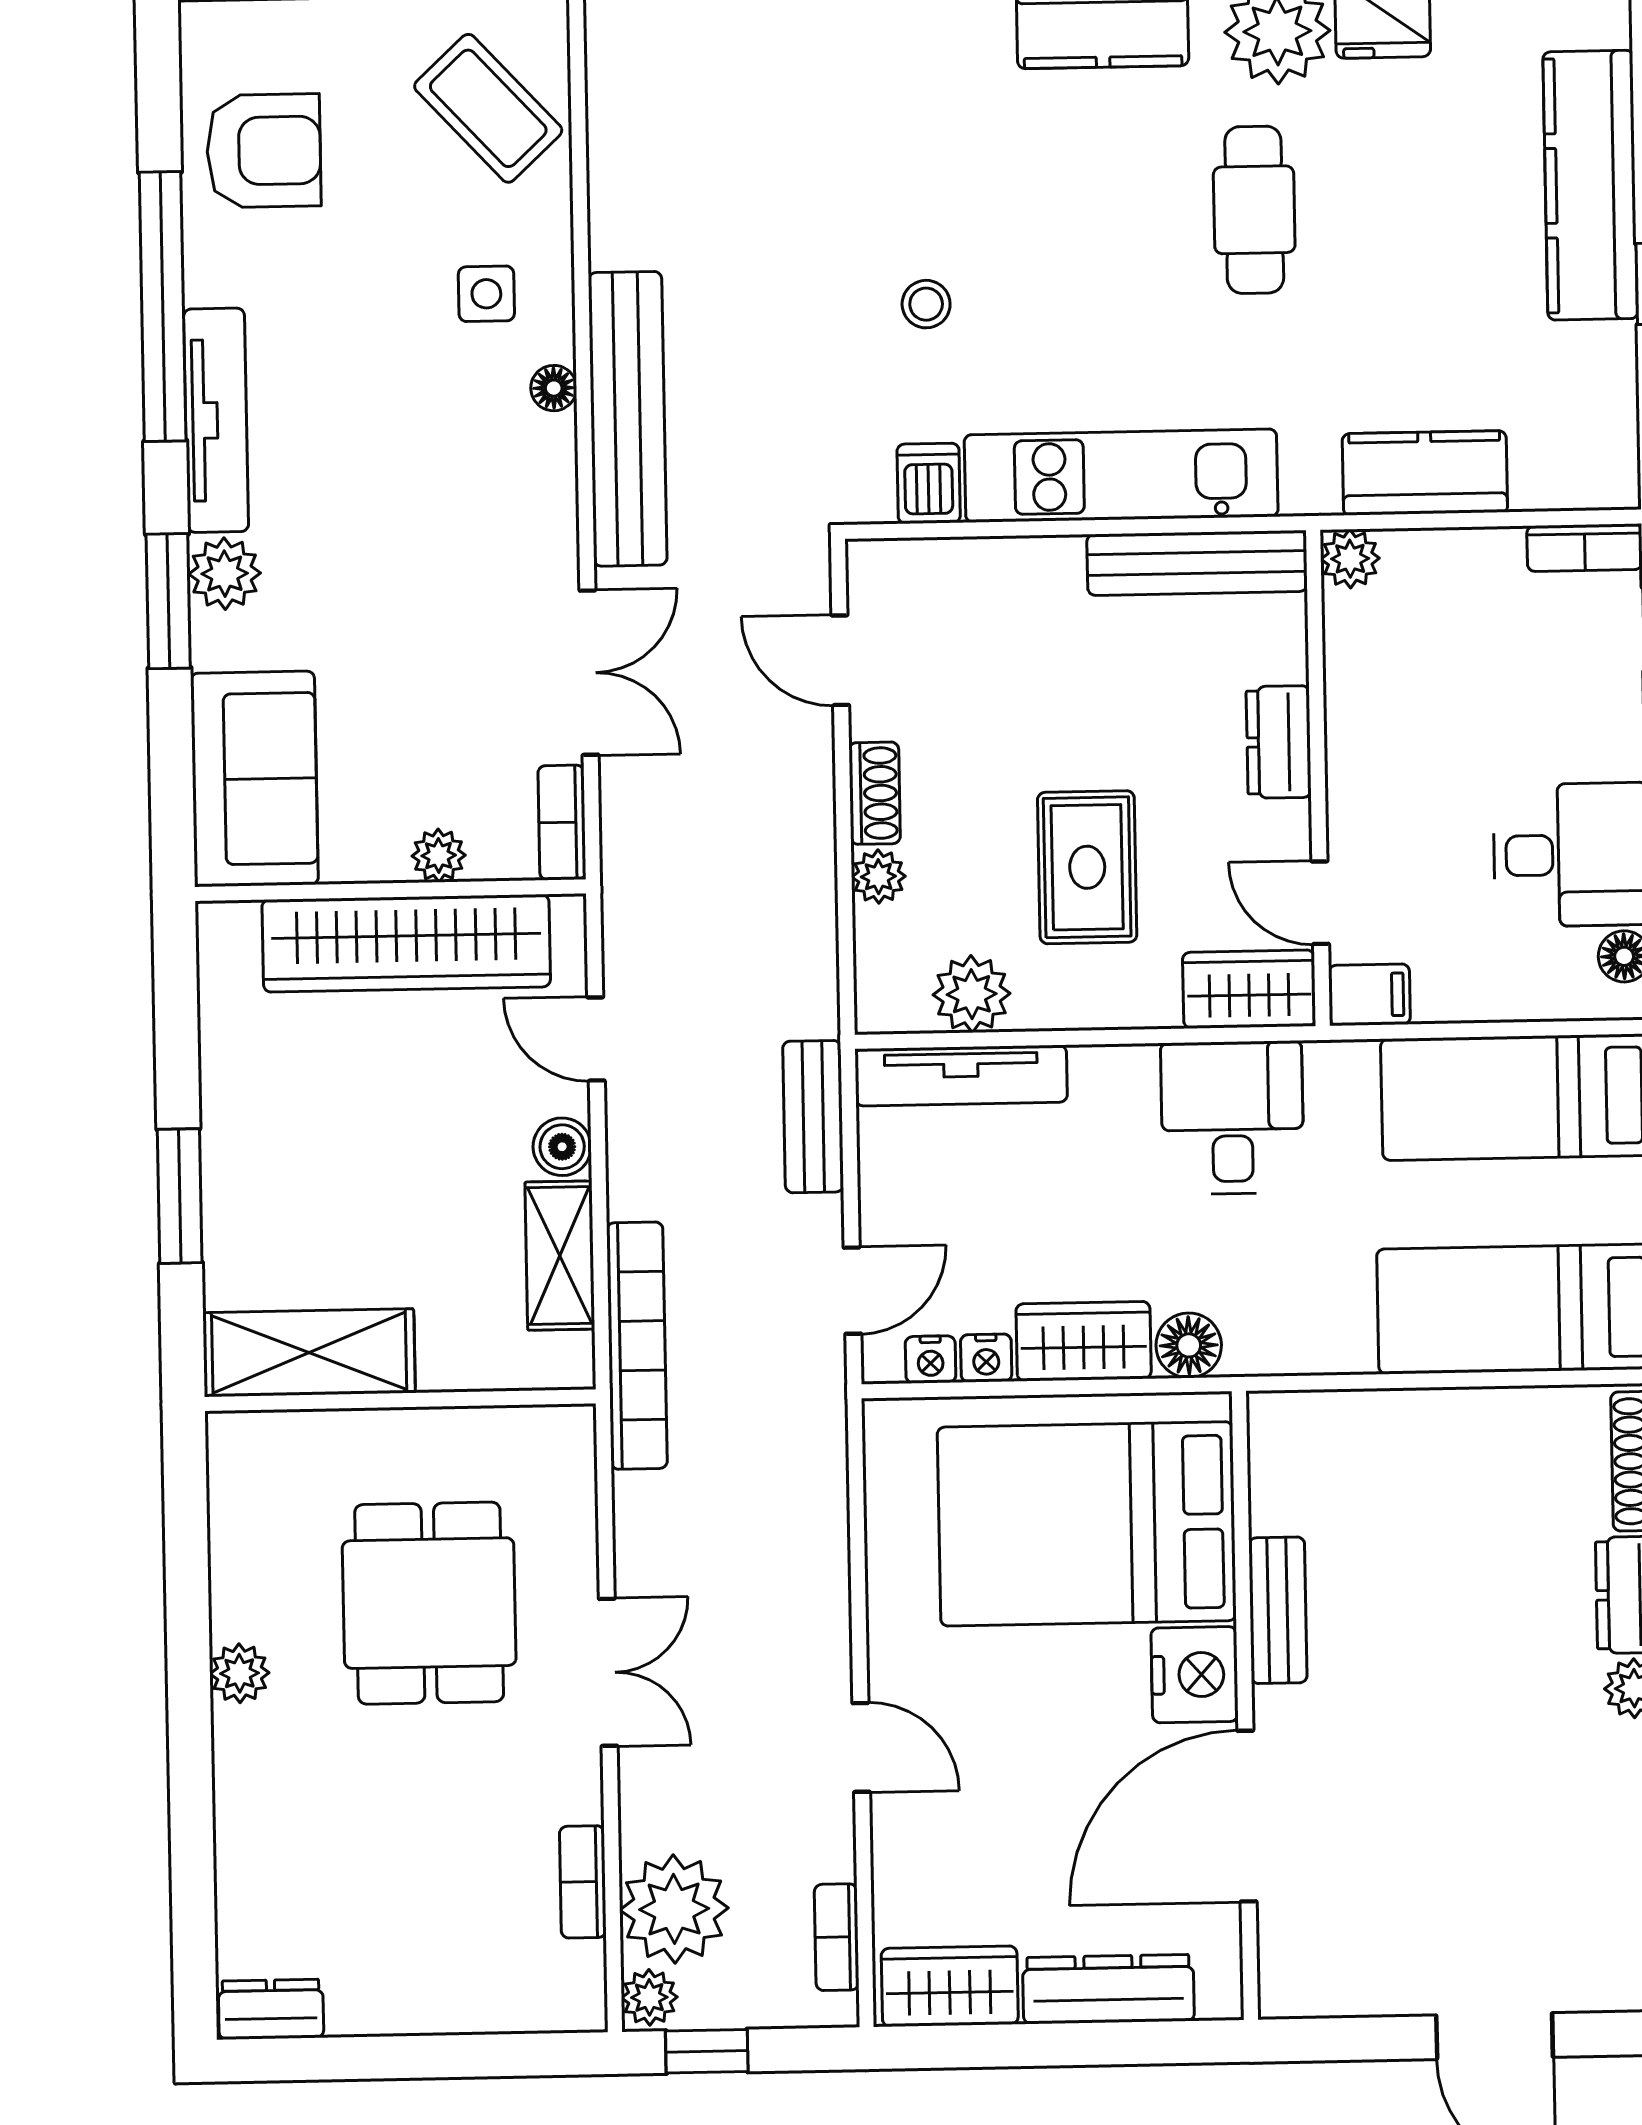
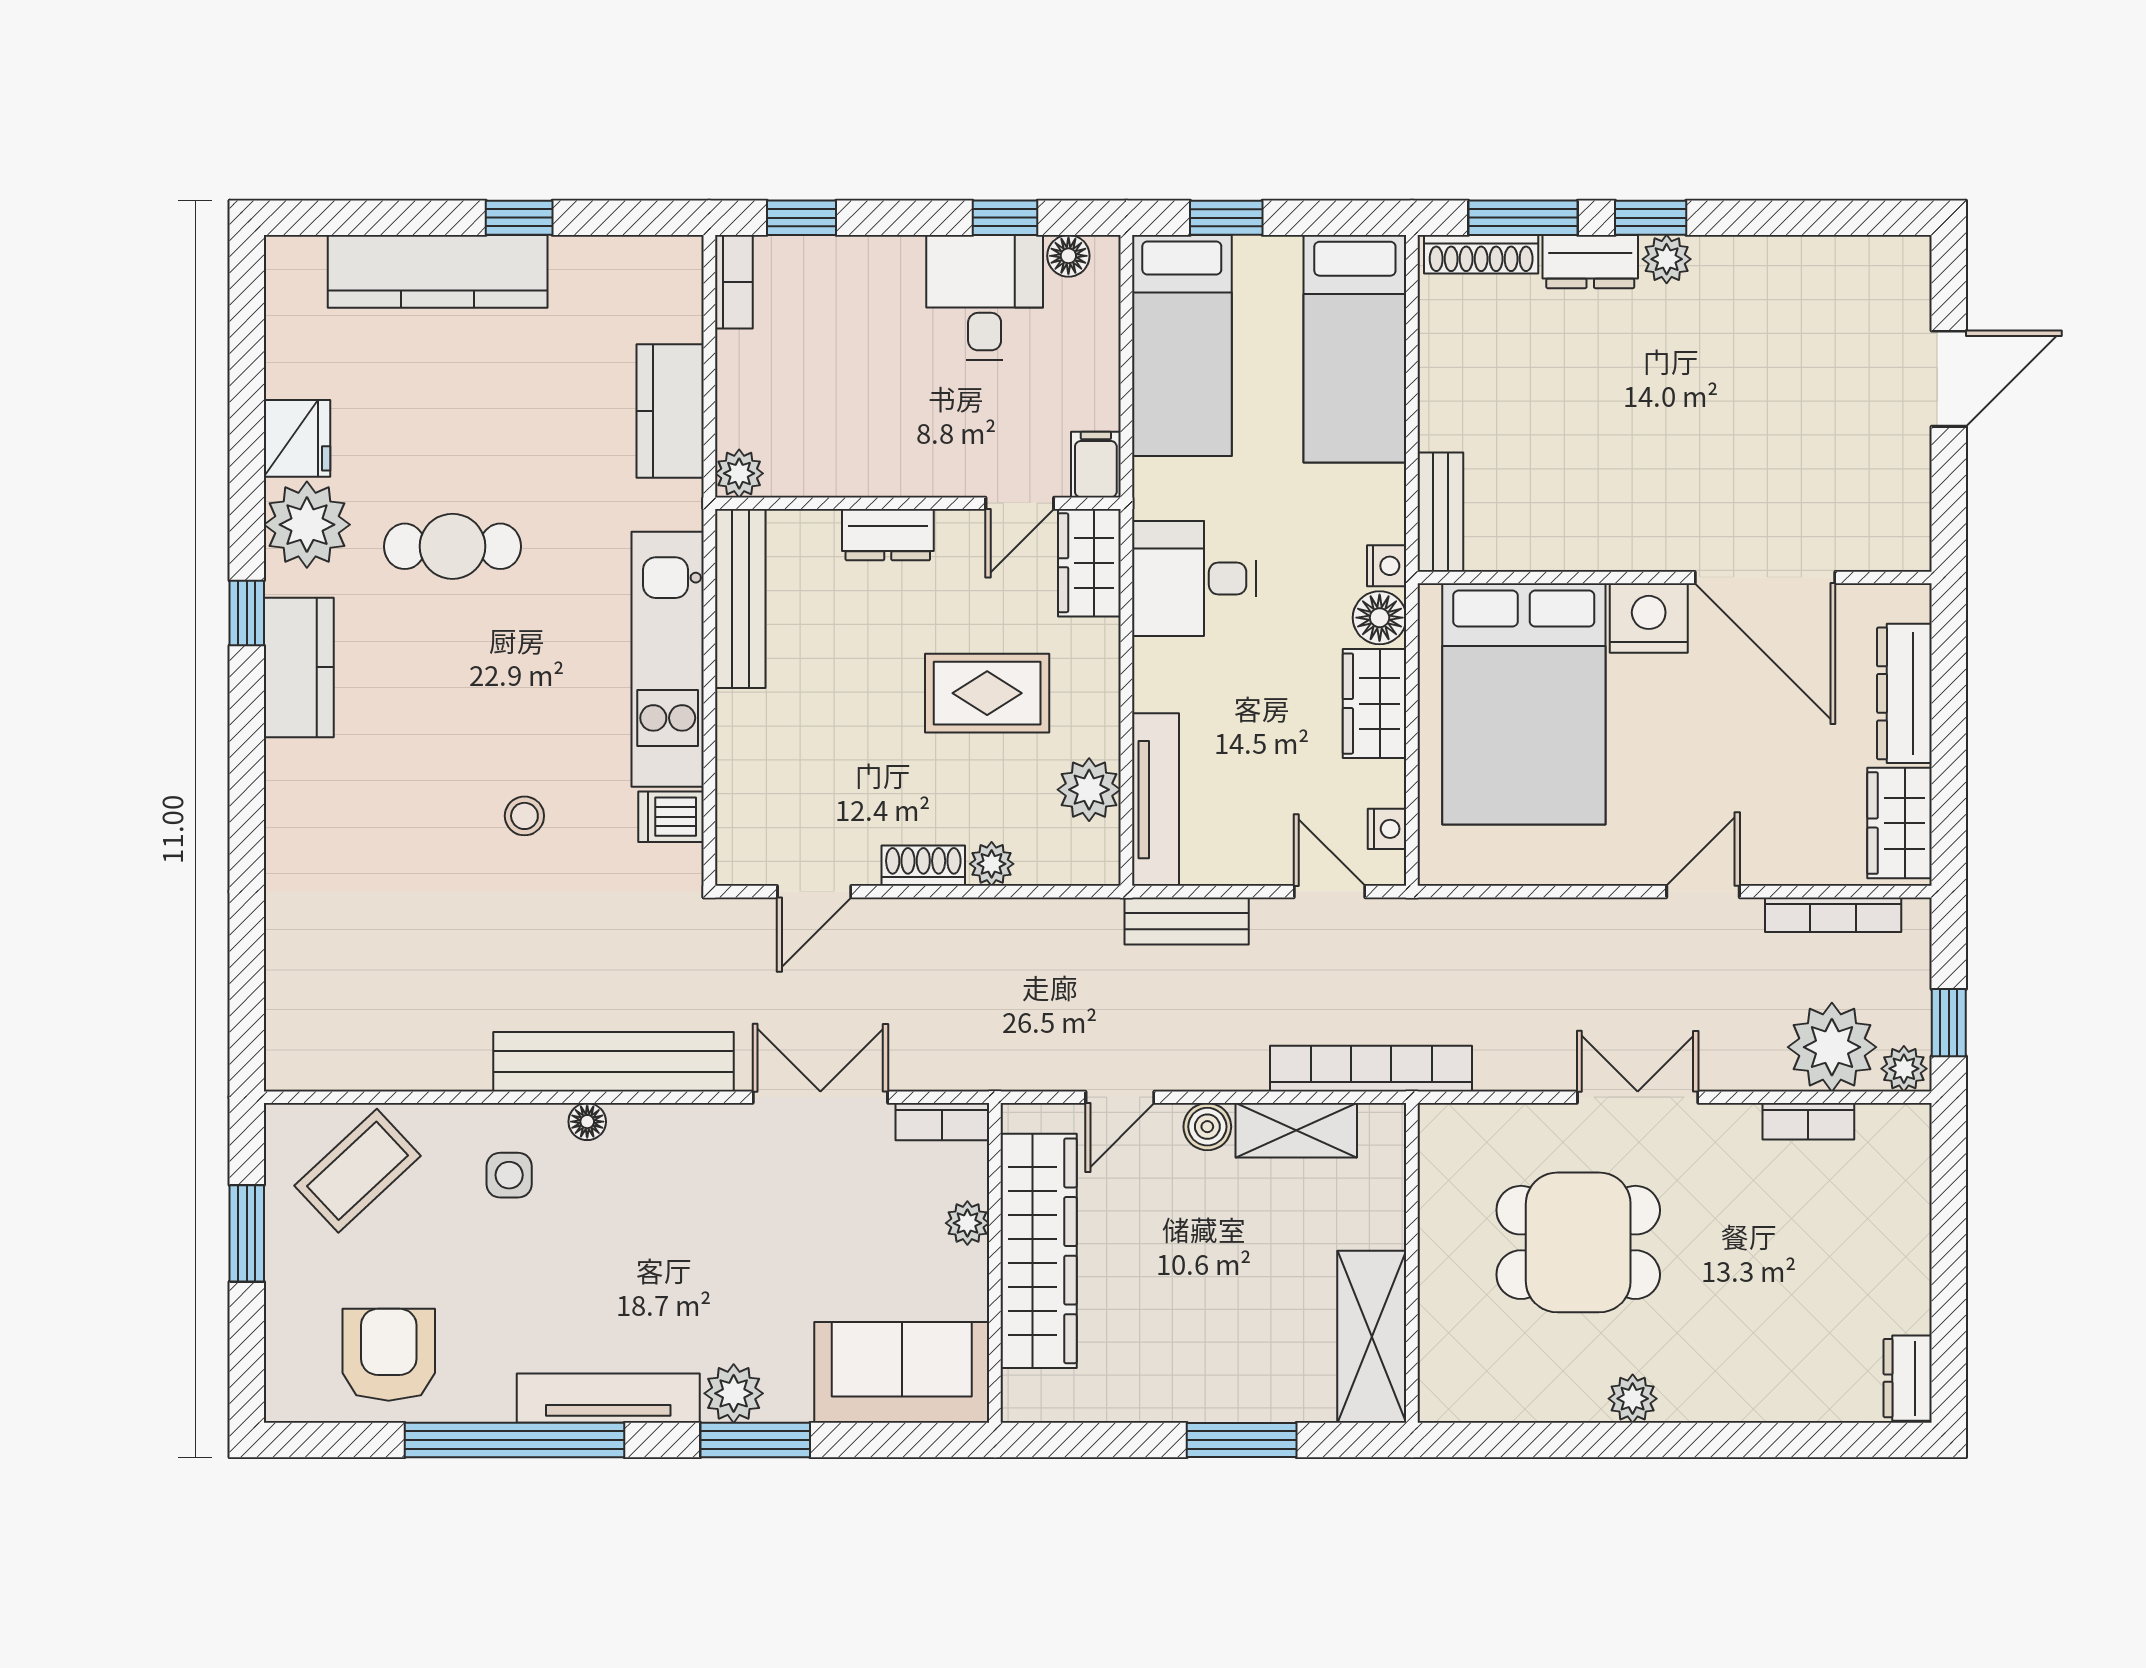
nightstand: (986, 1358) -> (1387, 566), moved
bench: (1278, 1610) -> (1440, 512), moved, turned 90
bookcase: (837, 1937) -> (1833, 915), width x1.56

